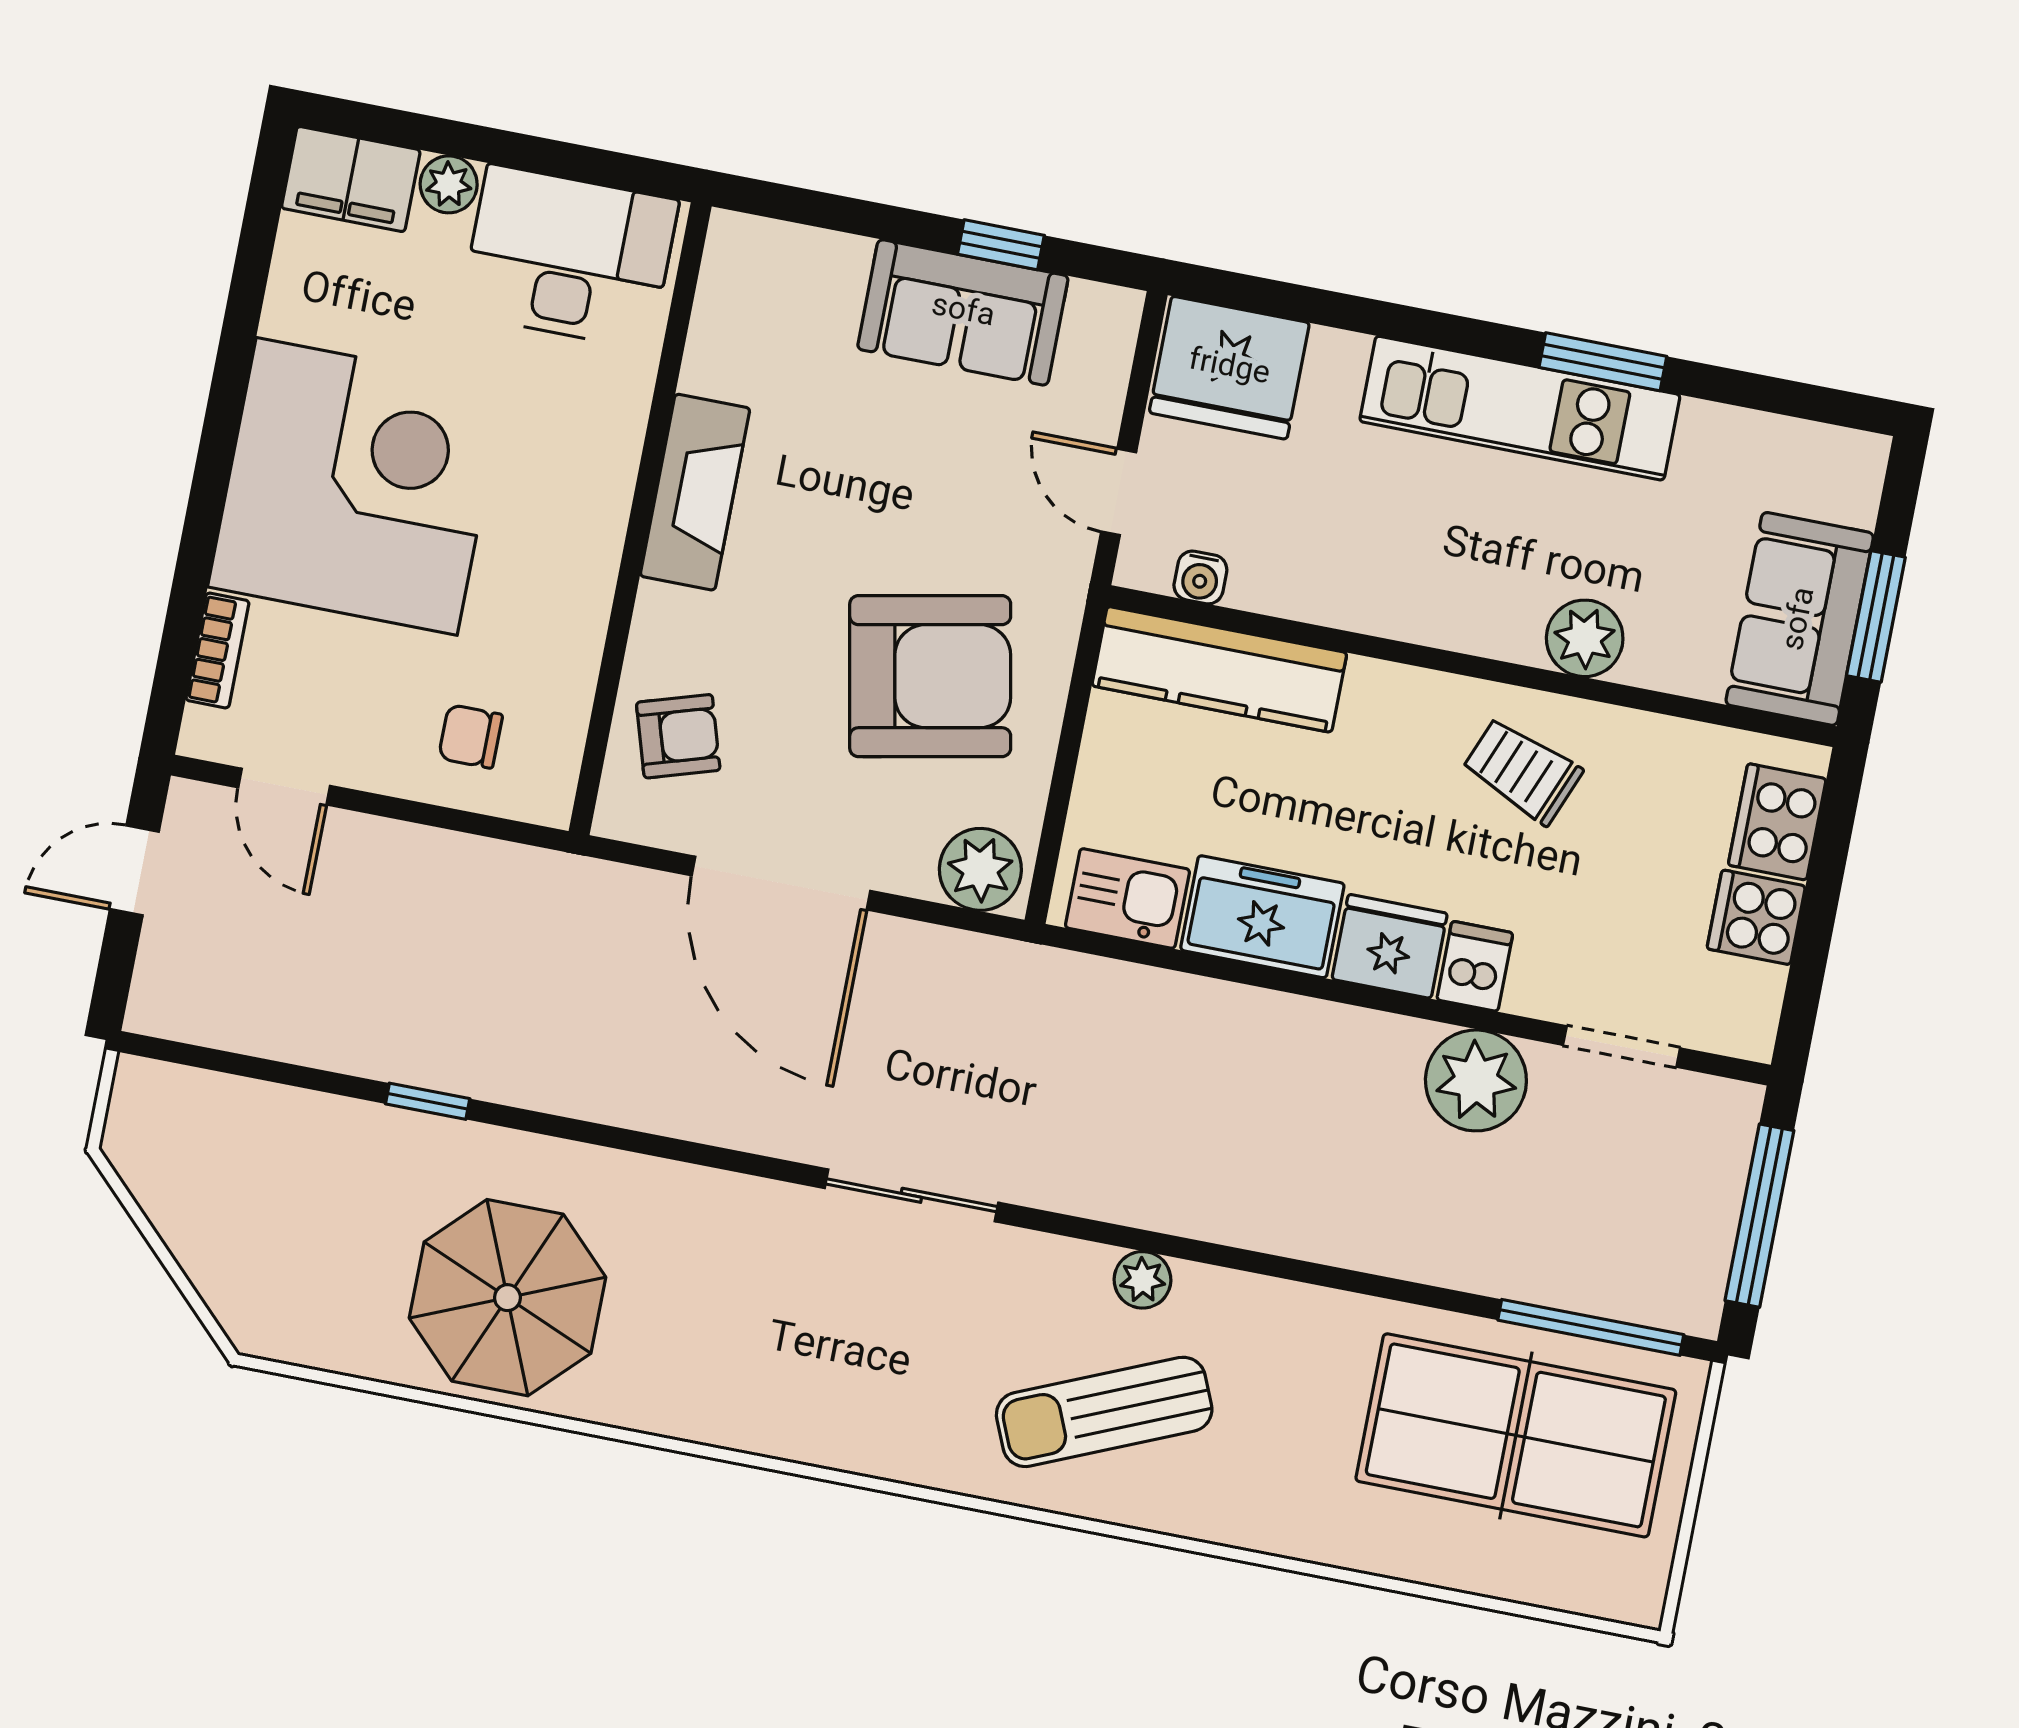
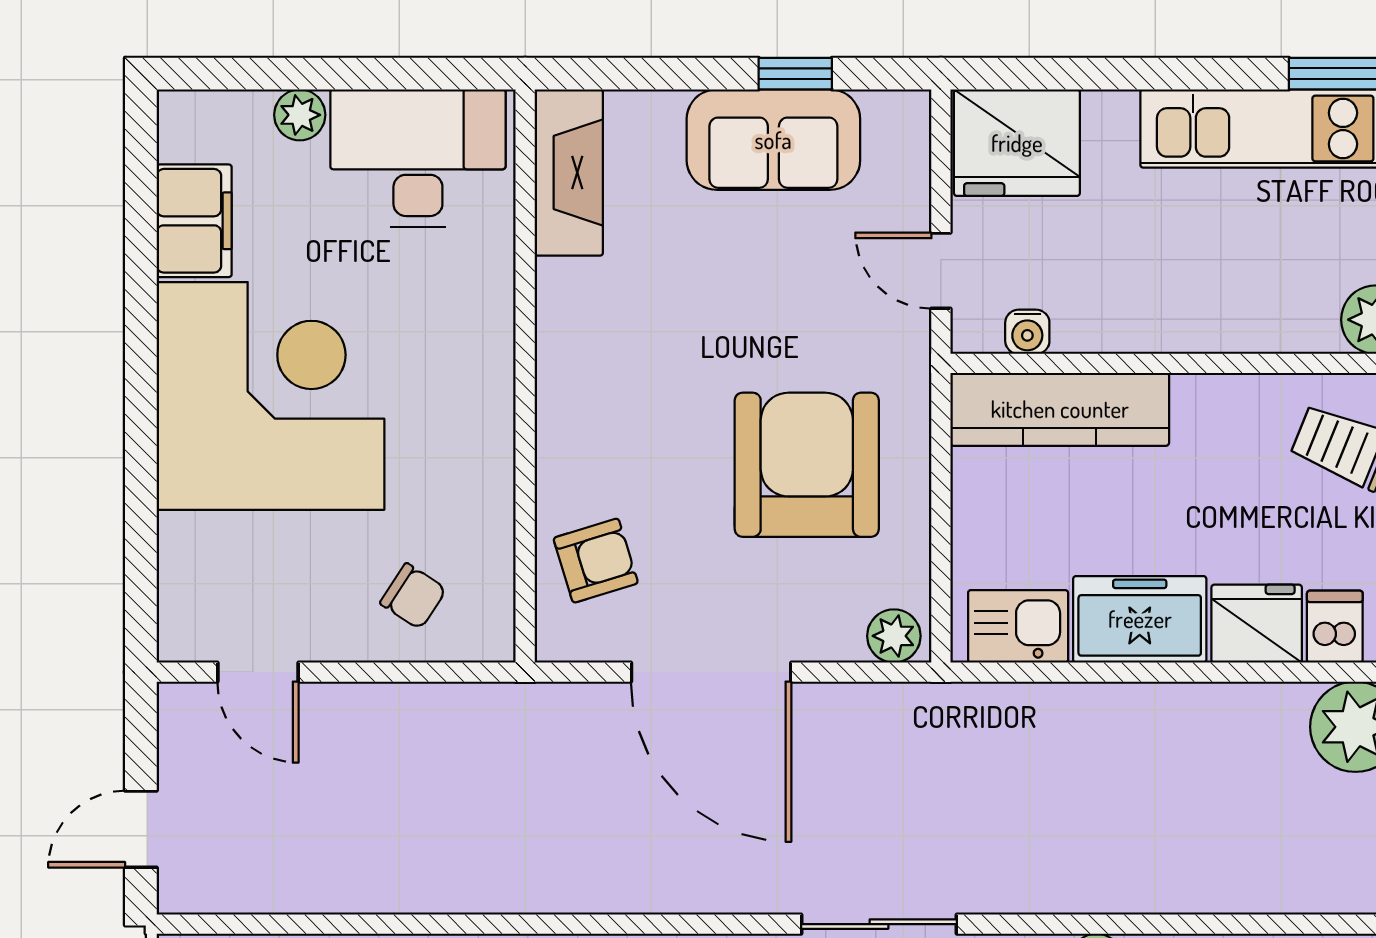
filing cabinet: (351, 179) -> (194, 221), moved, turned -90
fireplace: (695, 492) -> (569, 173), moved
bookcase: (217, 651) -> (176, 564), removed
armchair: (930, 676) -> (807, 465), turned -79
chair: (470, 736) -> (413, 596), turned -147
plant: (980, 869) -> (894, 636), width x0.73, depth x0.73
door: (134, 870) -> (141, 829), moved
window: (428, 1101) -> (438, 924), removed

